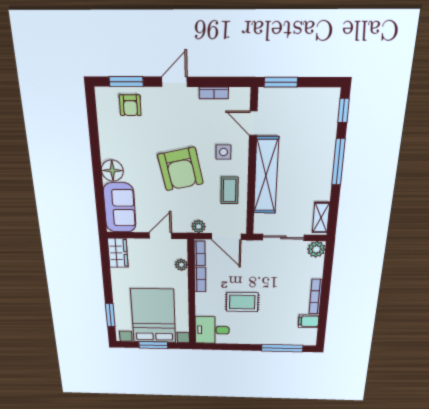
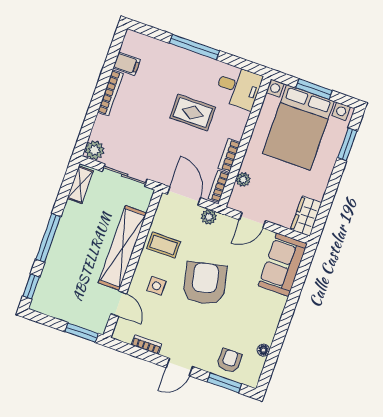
floor lamp: (112, 171) -> (263, 350), moved, width x0.53, depth x0.53
coffee table: (230, 190) -> (164, 245), turned 90
window: (282, 348) -> (194, 47), moved

